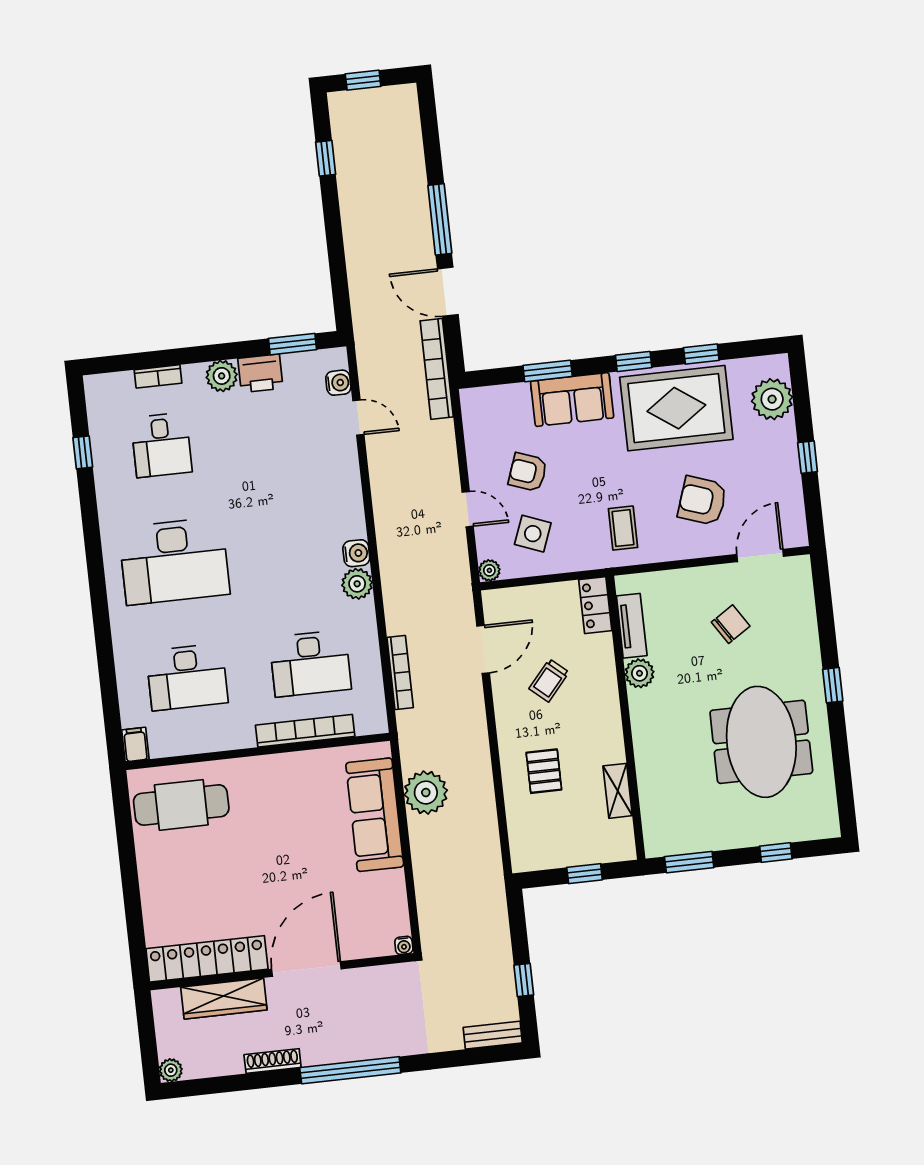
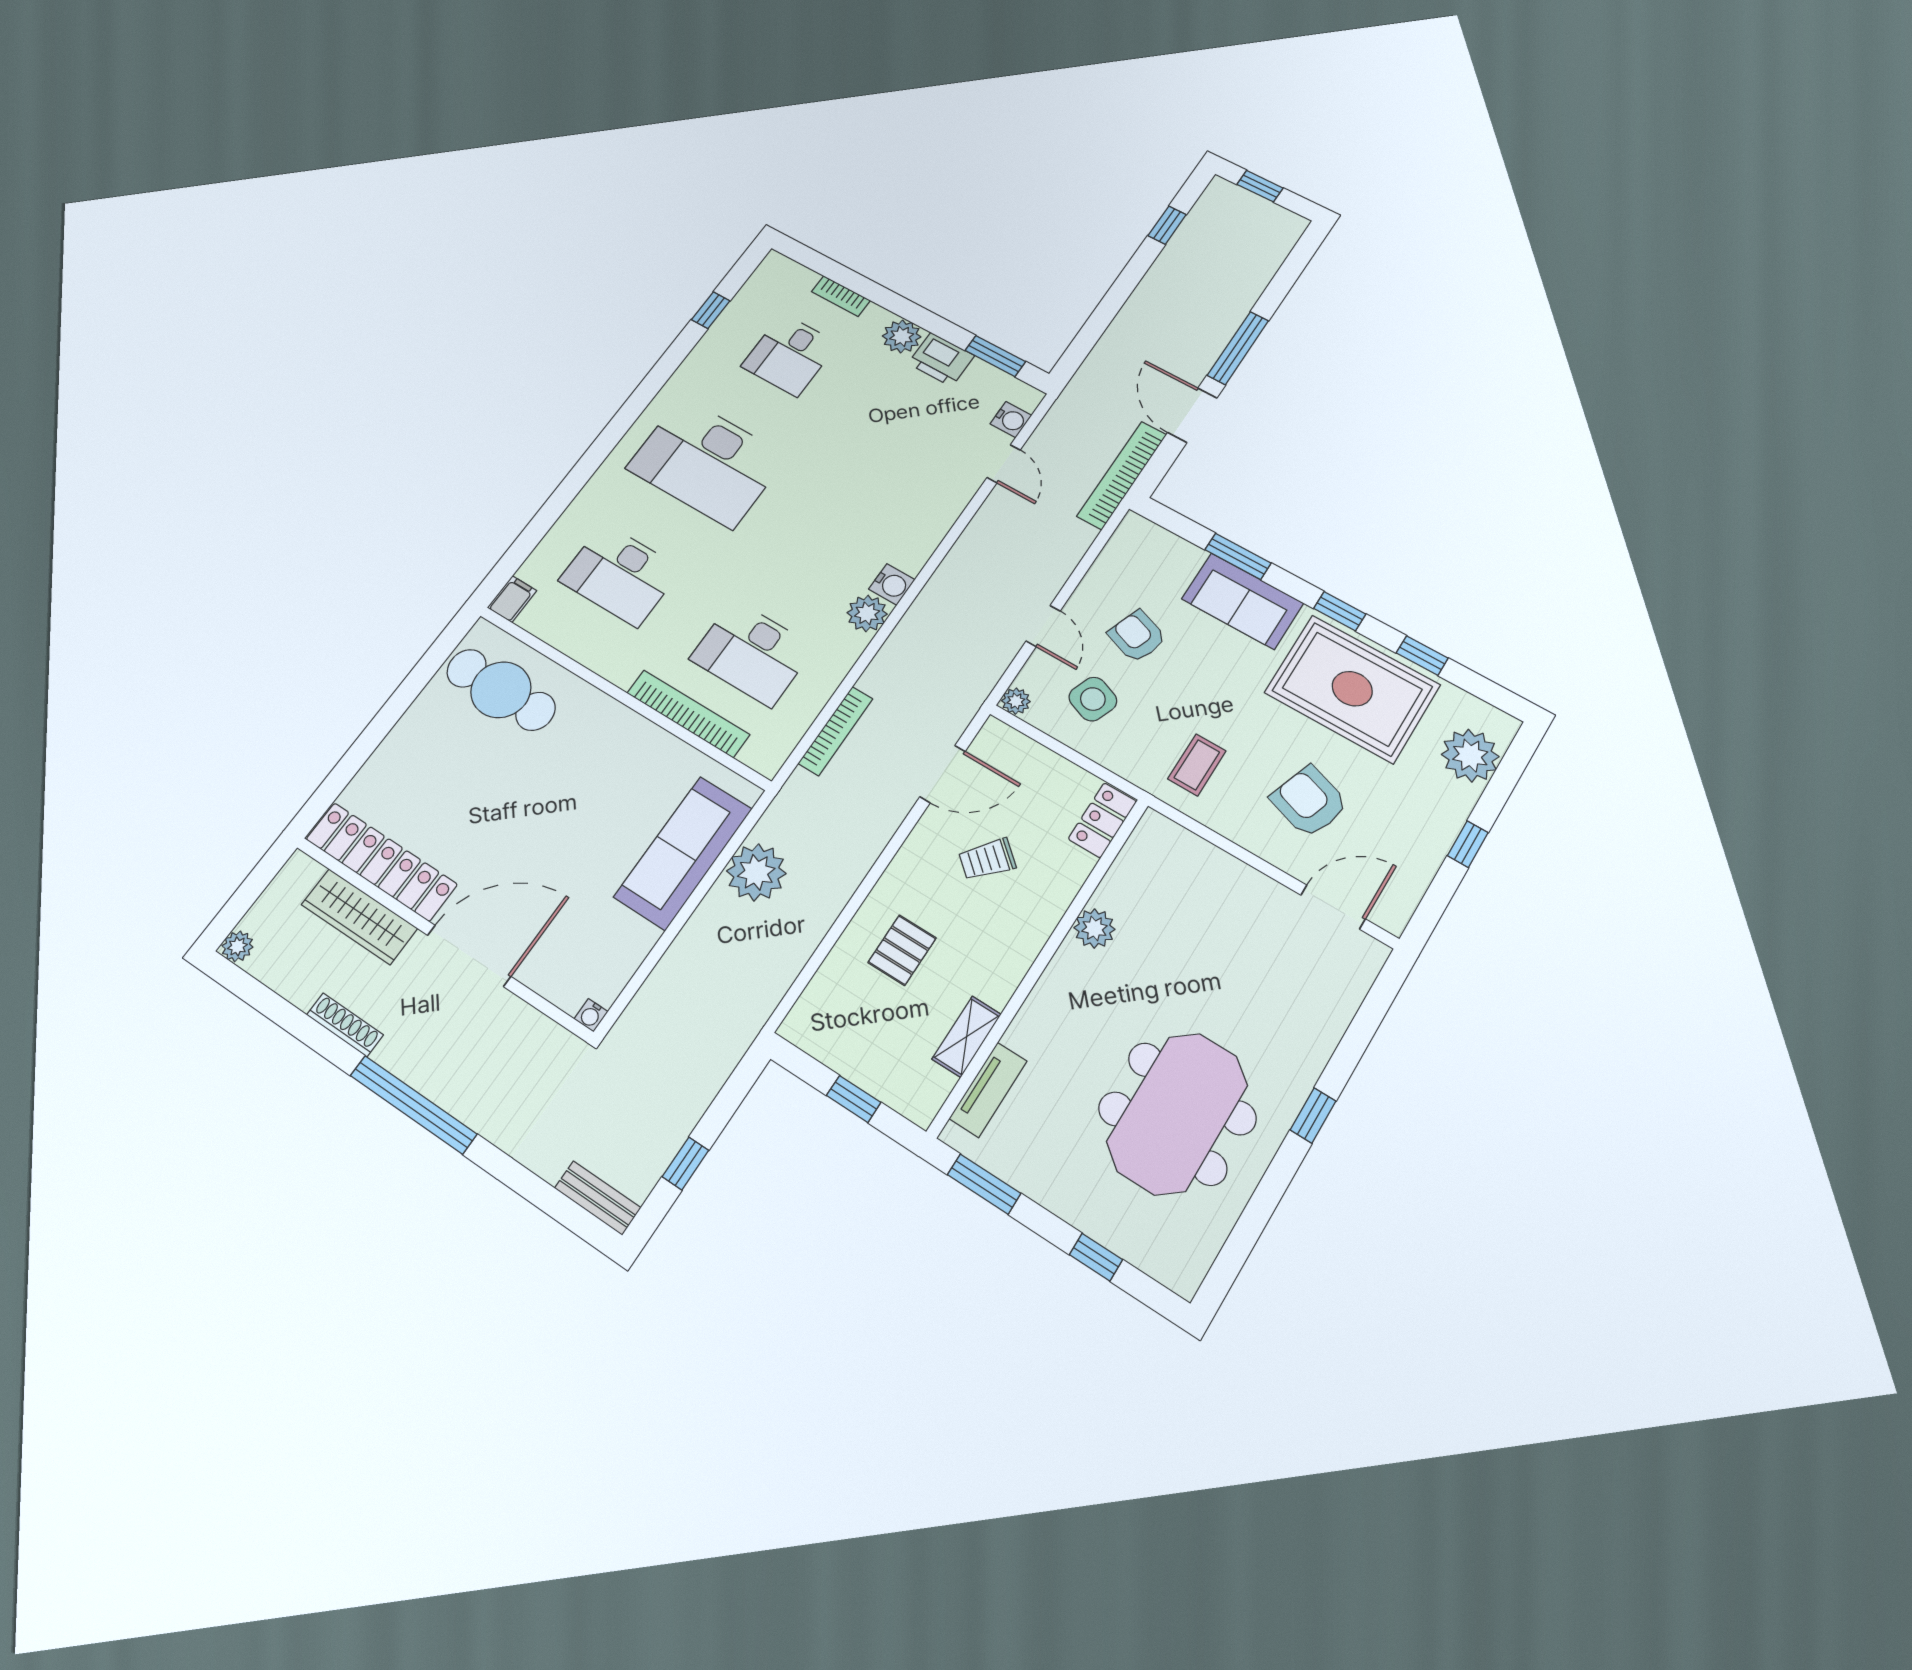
chair: (731, 624) -> (1241, 955), removed
tv unit: (632, 626) -> (988, 1090), moved

